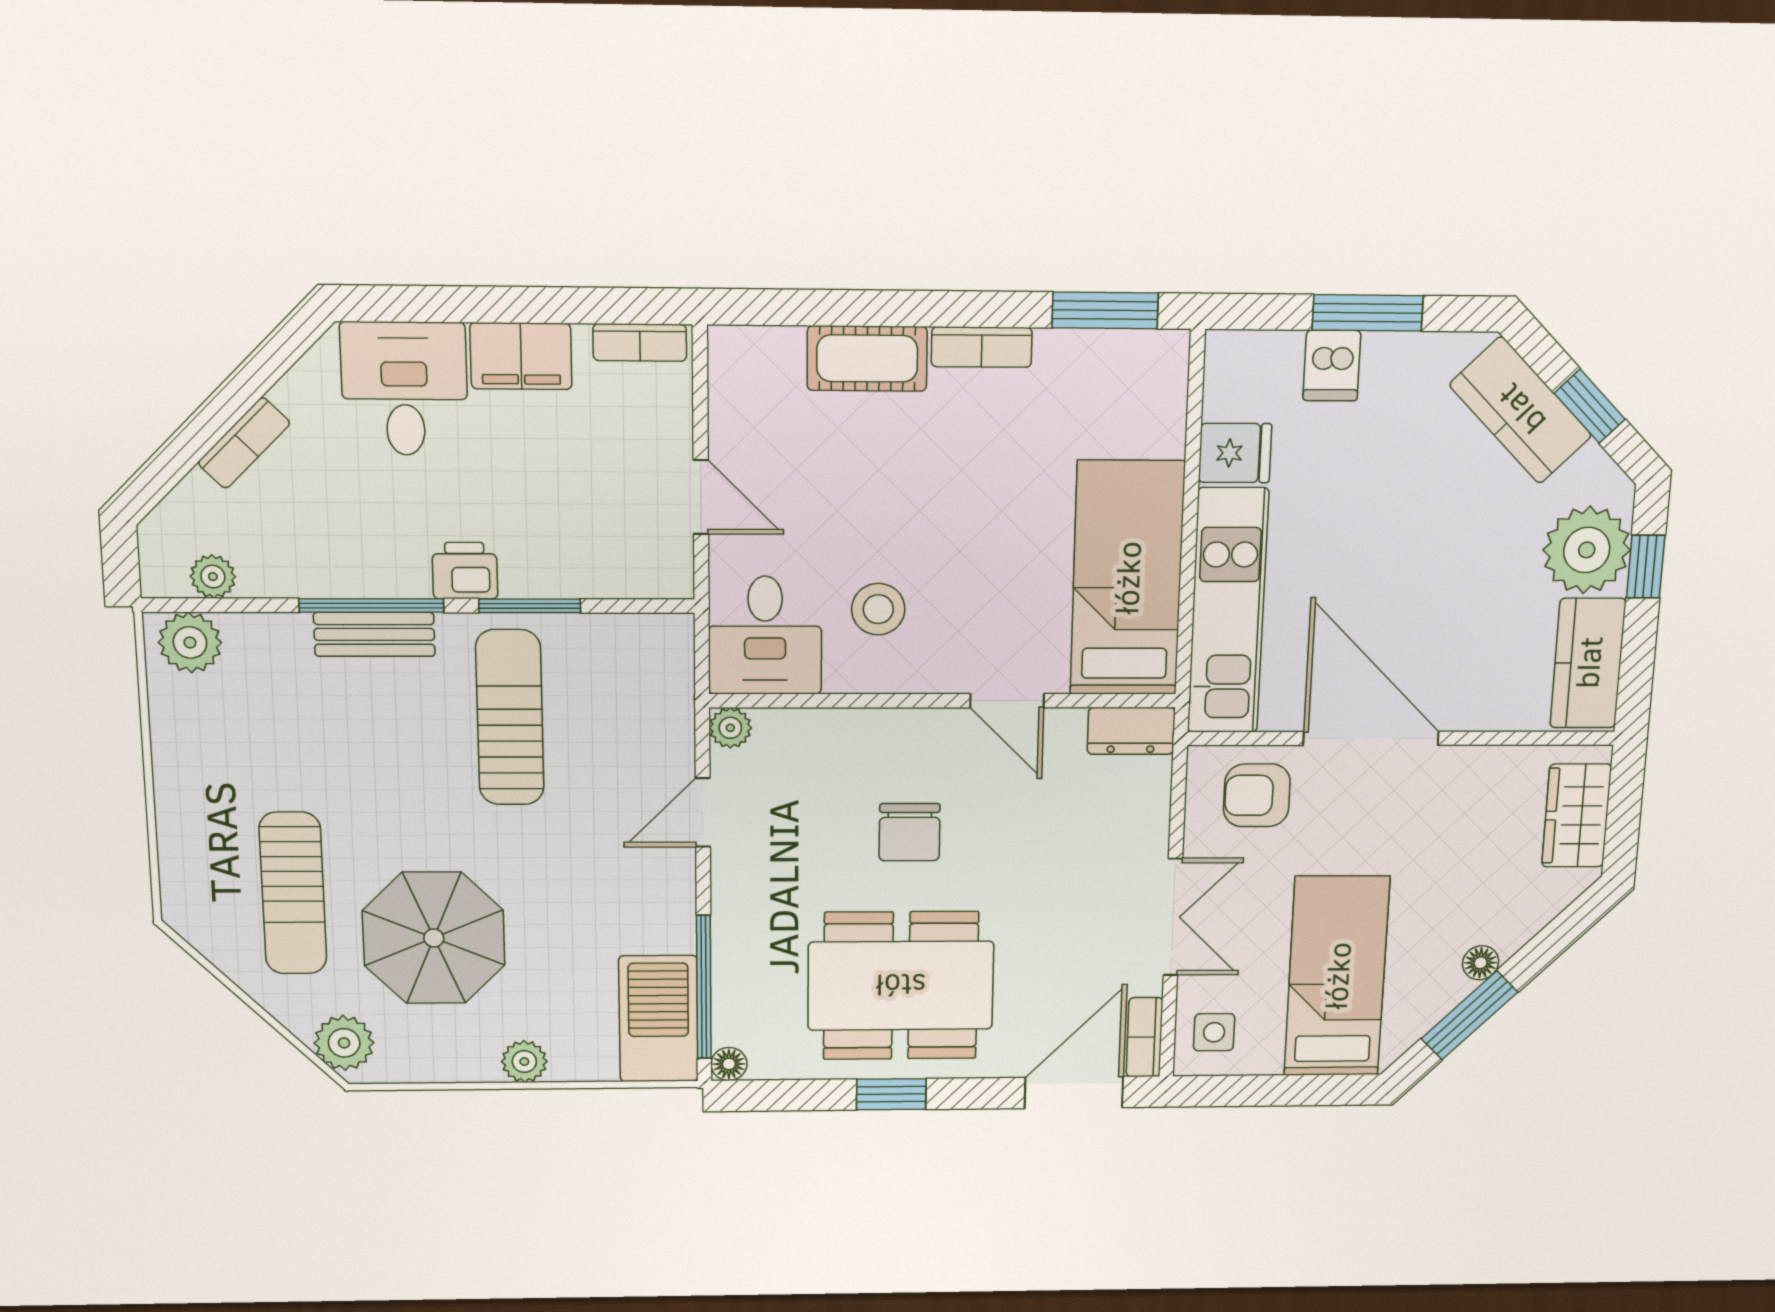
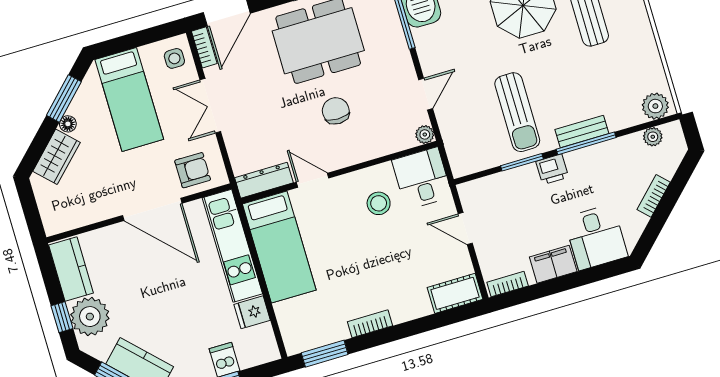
cot: (867, 359) -> (455, 293), moved
dresser: (1131, 731) -> (264, 180), width x1.44
wardrobe: (1577, 816) -> (56, 157), moved, turned 45

